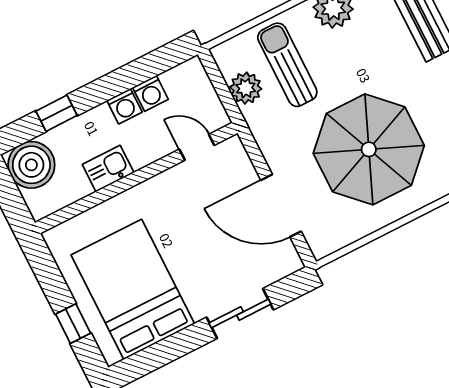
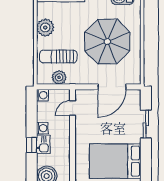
washing machine: (150, 93) -> (42, 95), moved
window: (56, 113) -> (32, 145), moved
kitchen sink: (108, 169) -> (43, 144), moved, turned 180

